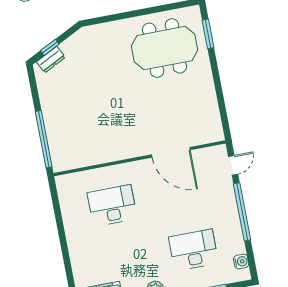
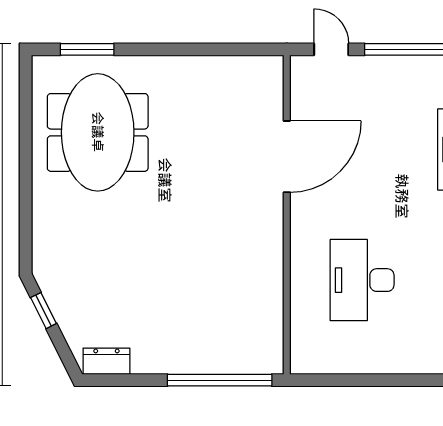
window: (50, 47) -> (43, 311), moved
dresser: (51, 60) -> (106, 361), moved, turned -63

